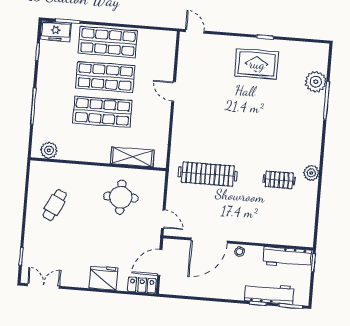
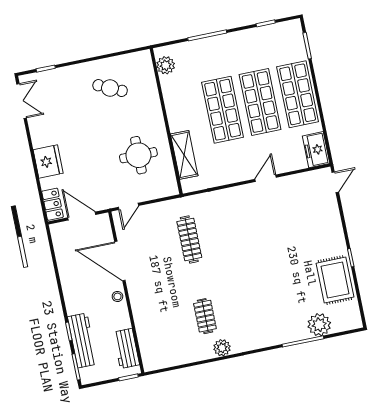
freezer: (56, 31) -> (316, 150), moved
rug: (257, 64) -> (335, 280), moved
clothes rail: (208, 174) -> (189, 239), width x0.73, depth x0.76
workbench: (287, 257) -> (126, 348), width x0.73

